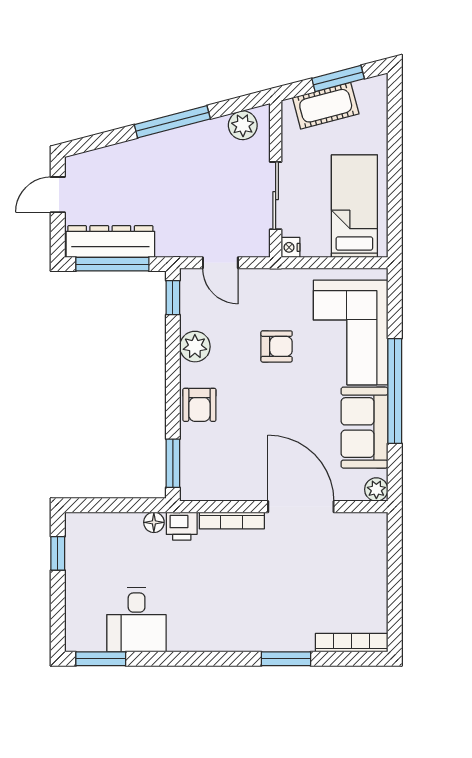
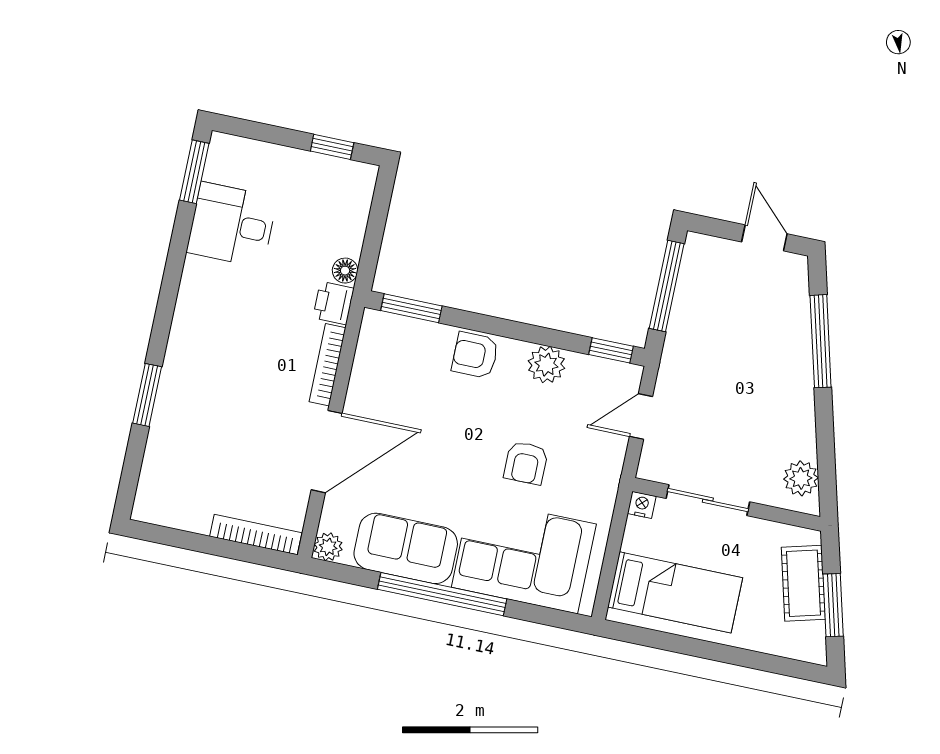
window: (172, 122) -> (821, 341), moved
dresser: (110, 241) -> (695, 289), removed
bookcase: (352, 643) -> (256, 535), moved, turned -90

